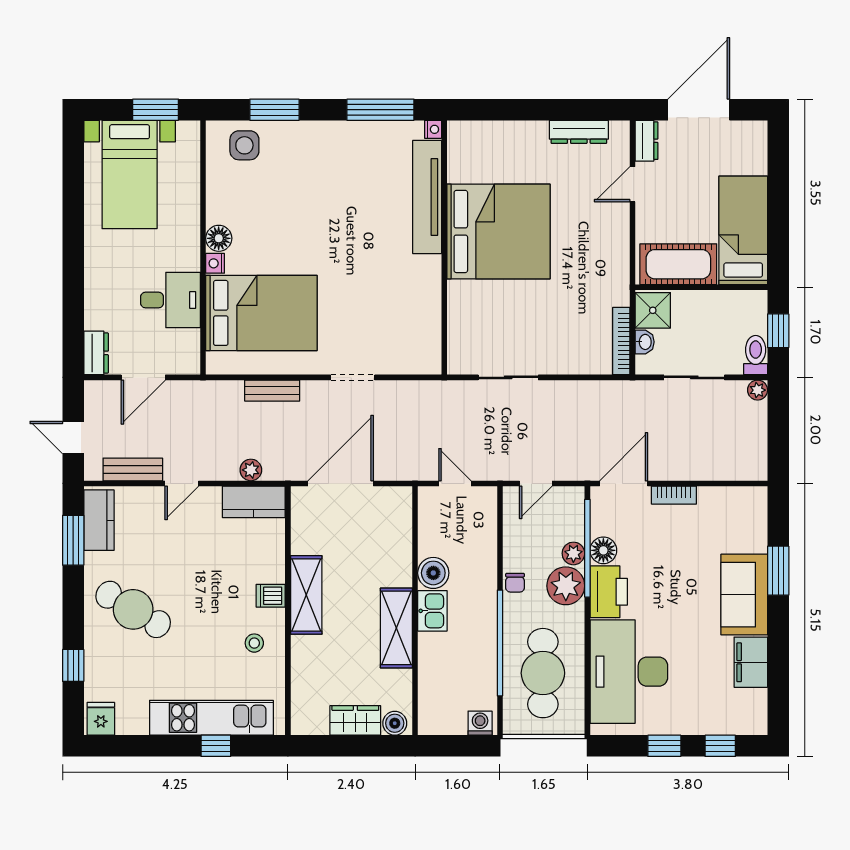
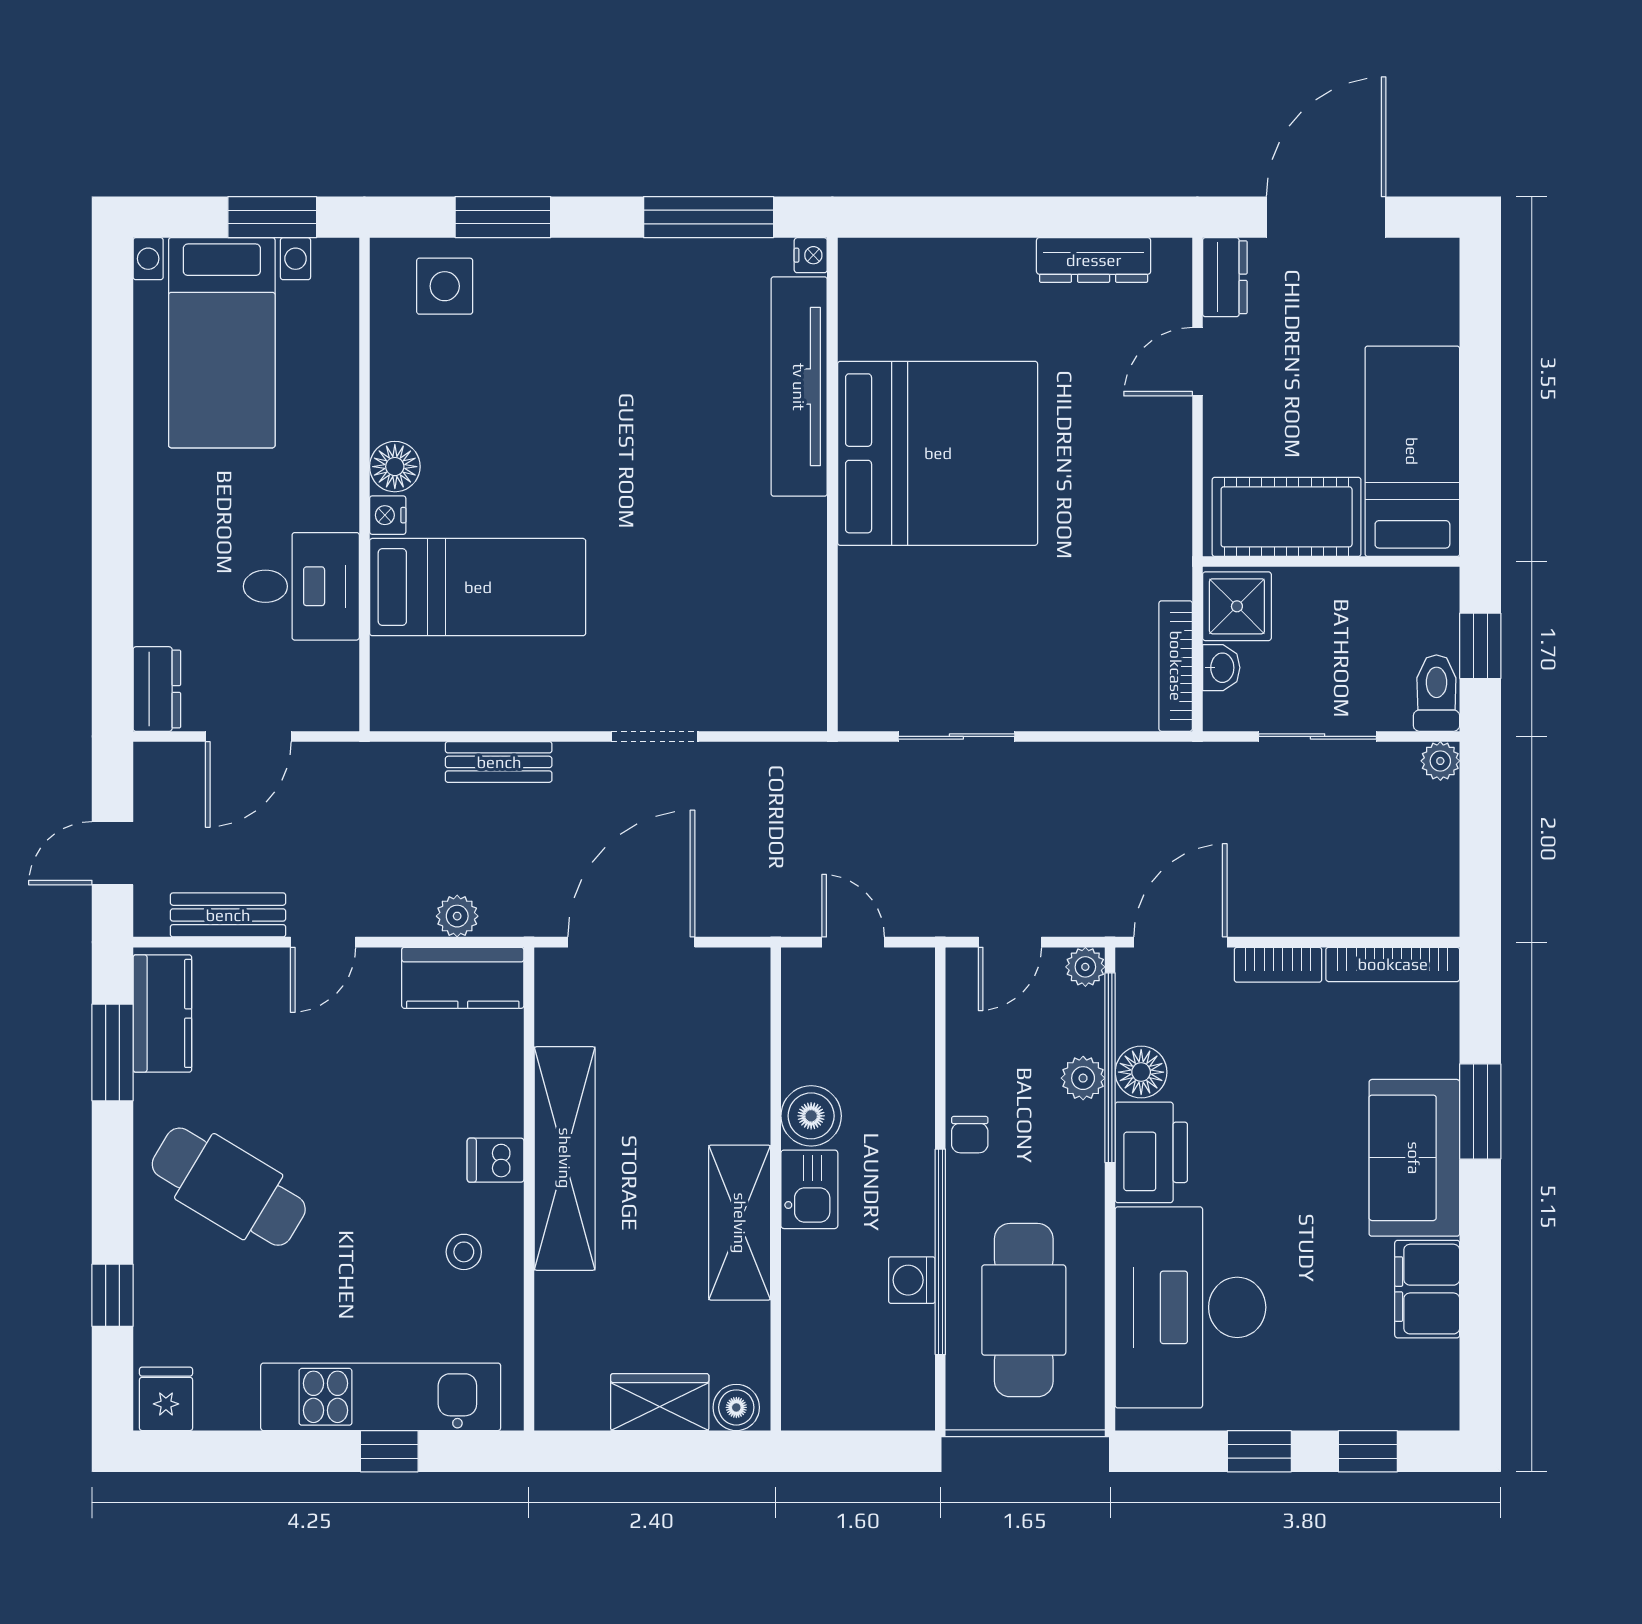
bed: (261, 313) -> (478, 587), width x0.67
door: (73, 438) -> (112, 853), hinge flipped
bookcase: (733, 495) -> (1393, 964), added
plant: (566, 586) -> (1085, 967), moved, width x0.53, depth x0.53
shelving: (306, 595) -> (565, 1158), width x1.47
washing machine: (480, 723) -> (912, 1280), moved, turned -90

